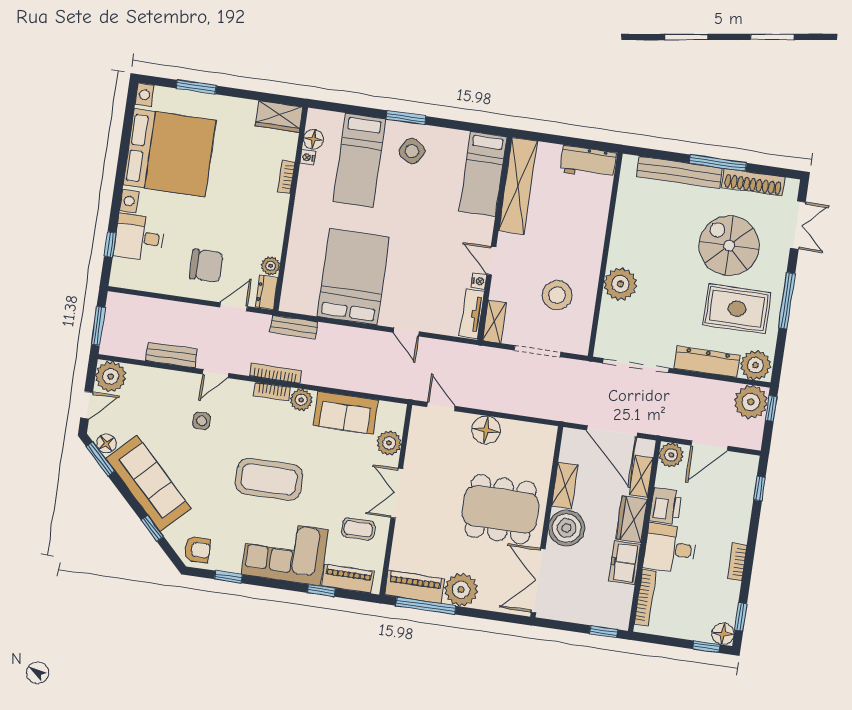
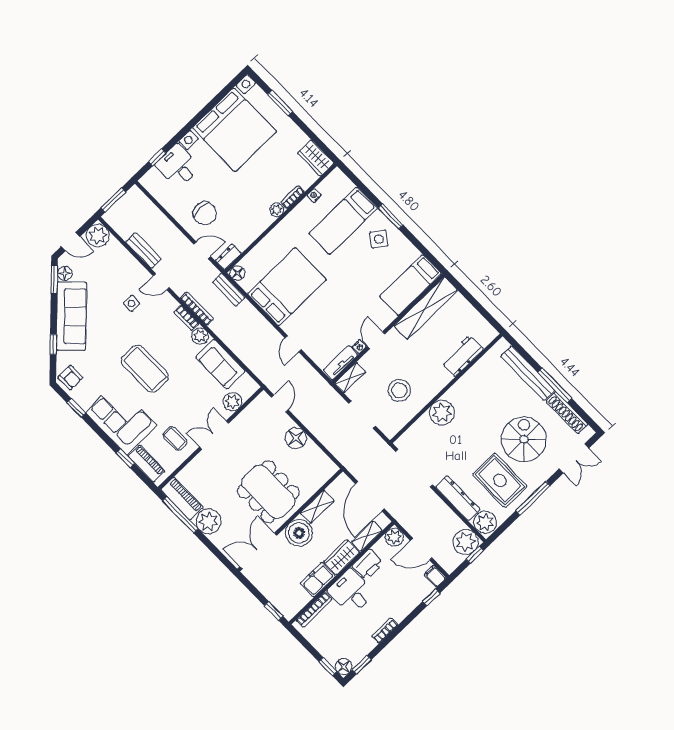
floor lamp: (313, 139) -> (237, 273), moved
workbench: (588, 162) -> (462, 356), moved, turned 90
plant: (270, 266) -> (277, 210), moved
filing cabinet: (746, 463) -> (435, 576), added

